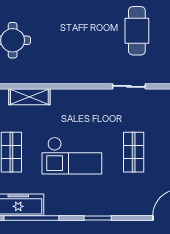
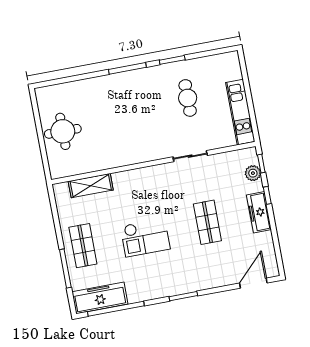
cafe table: (137, 31) -> (188, 98), width x0.73, depth x0.74
checkout: (72, 156) -> (145, 238), width x0.73, depth x0.83

